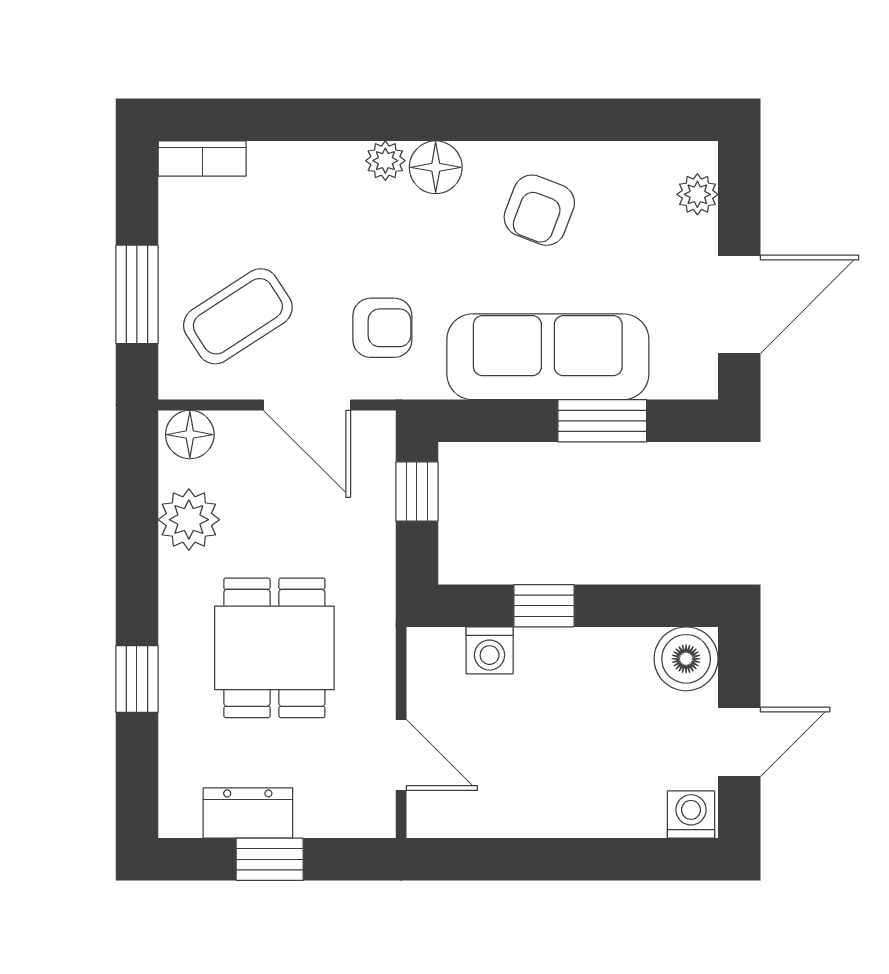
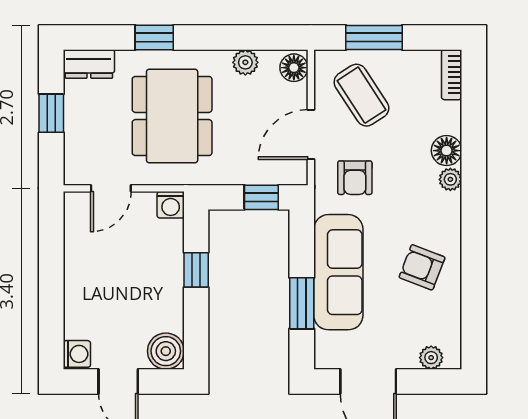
floor lamp: (436, 167) -> (447, 151), moved
plant: (189, 520) -> (245, 62), width x0.73, depth x0.73
dining table: (274, 648) -> (172, 116), width x1.38
washing machine: (490, 650) -> (171, 205), moved, turned -90
dresser: (248, 813) -> (89, 64), moved, turned 90

